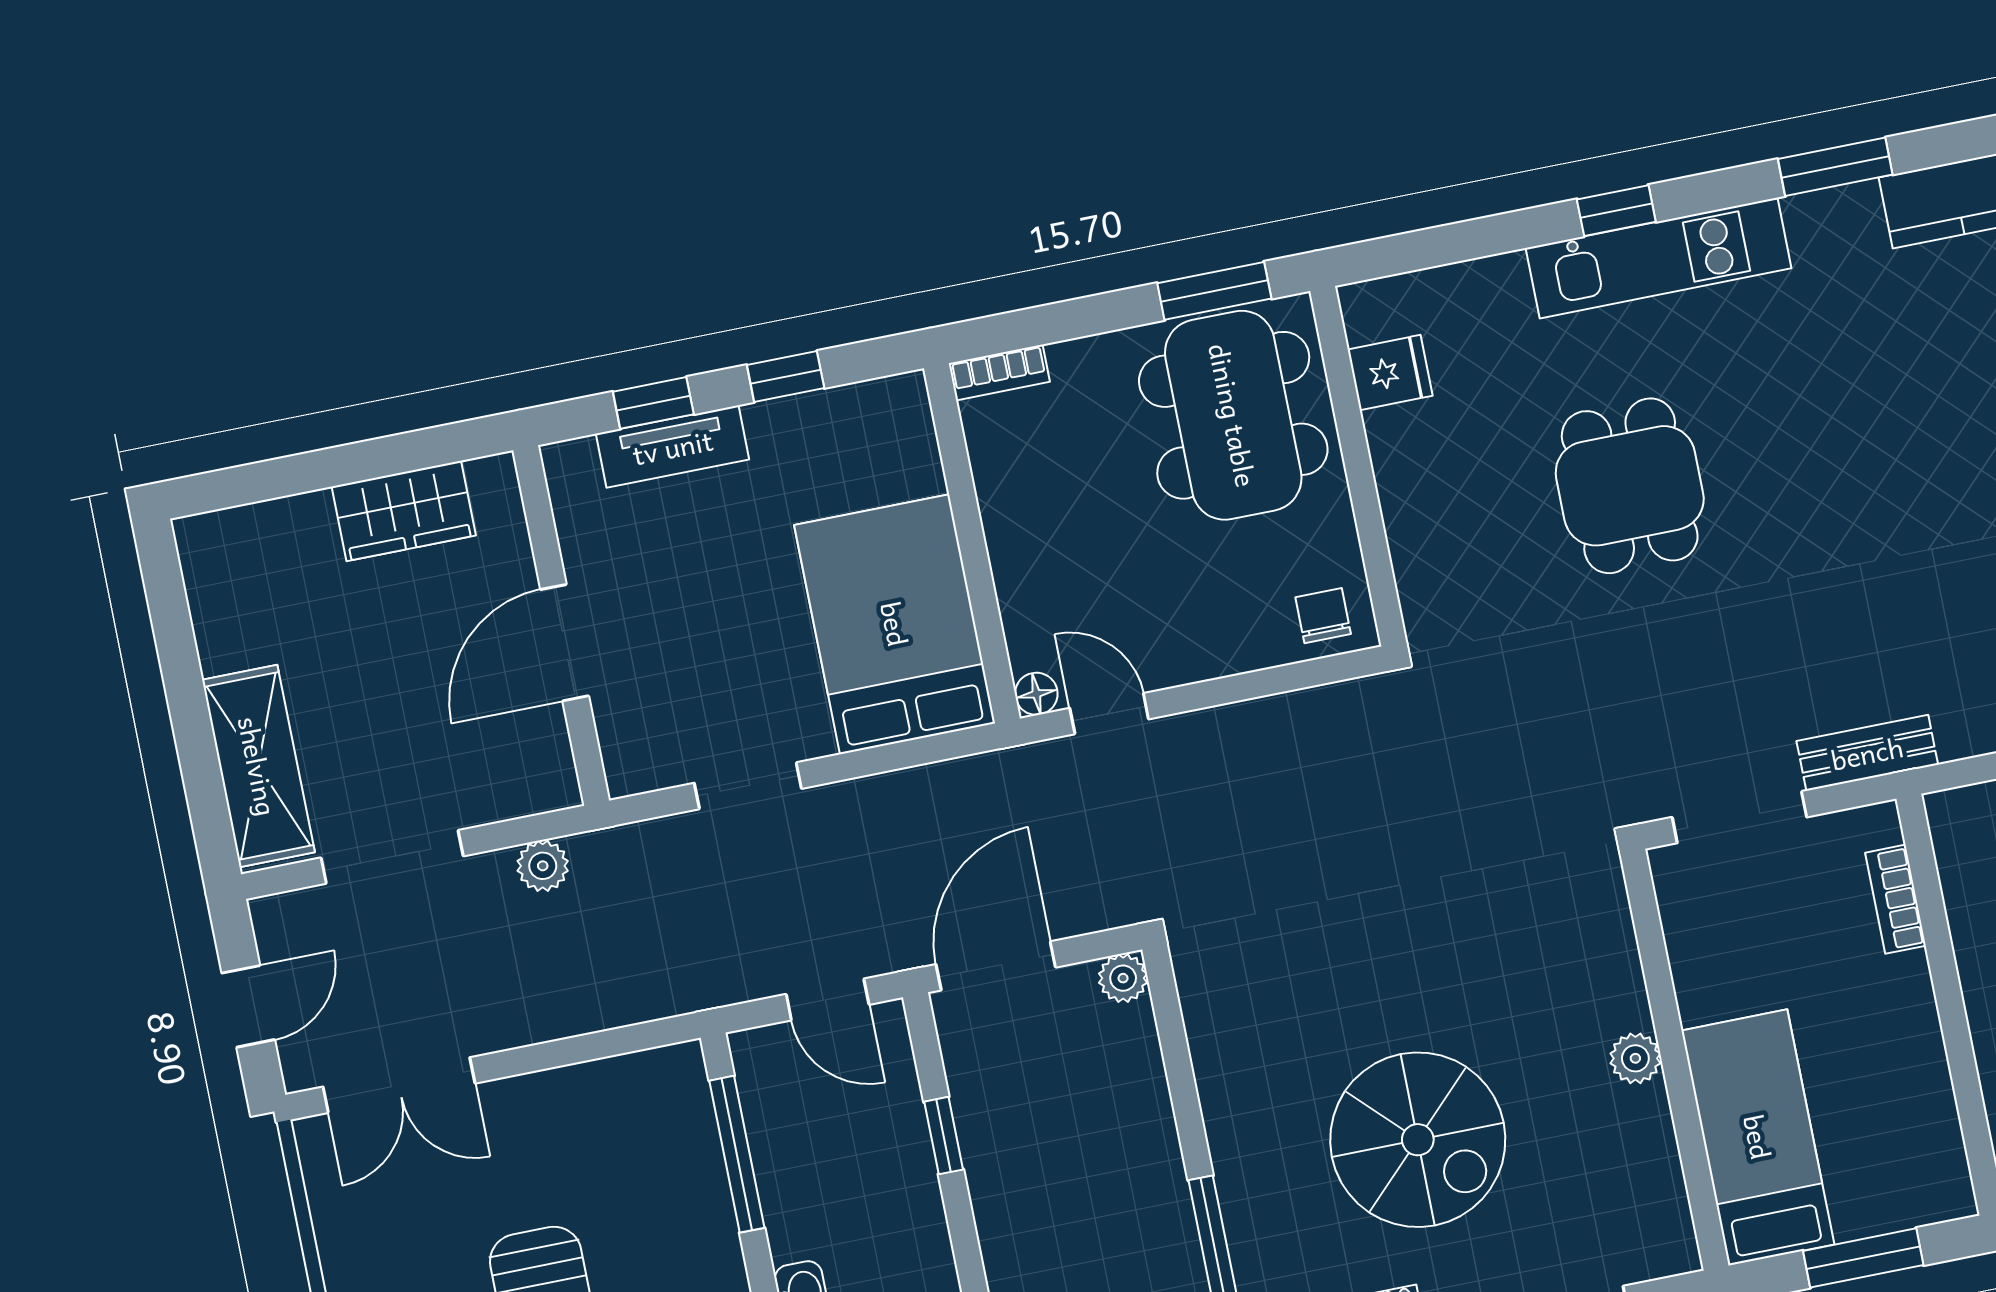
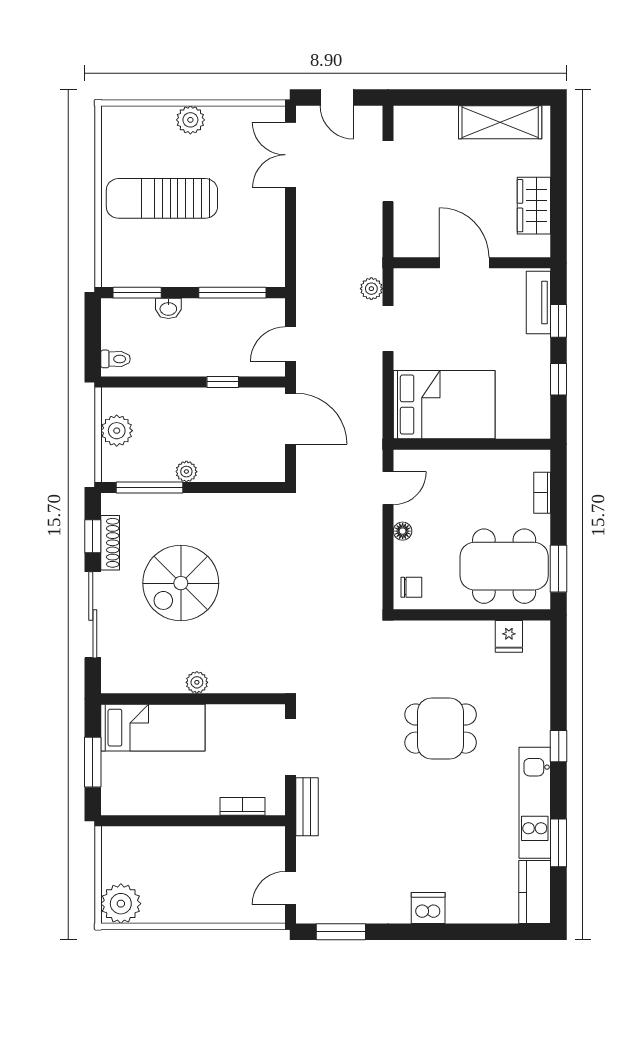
kitchen unit: (1659, 258) -> (535, 803), moved
bookcase: (999, 372) -> (542, 493), moved
tv unit: (673, 447) -> (538, 302), moved
floor lamp: (1036, 694) -> (403, 531), moved
shelving: (258, 766) -> (500, 122), moved
plant: (543, 866) -> (371, 289), moved
plant: (1123, 978) -> (186, 472), moved

